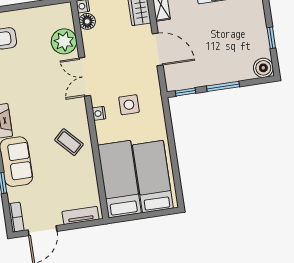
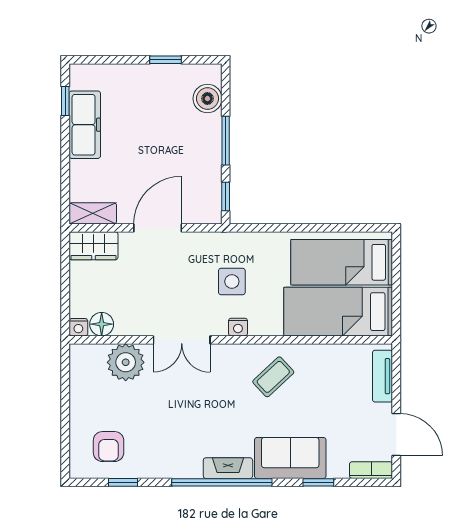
boiler: (263, 68) -> (207, 99), moved

